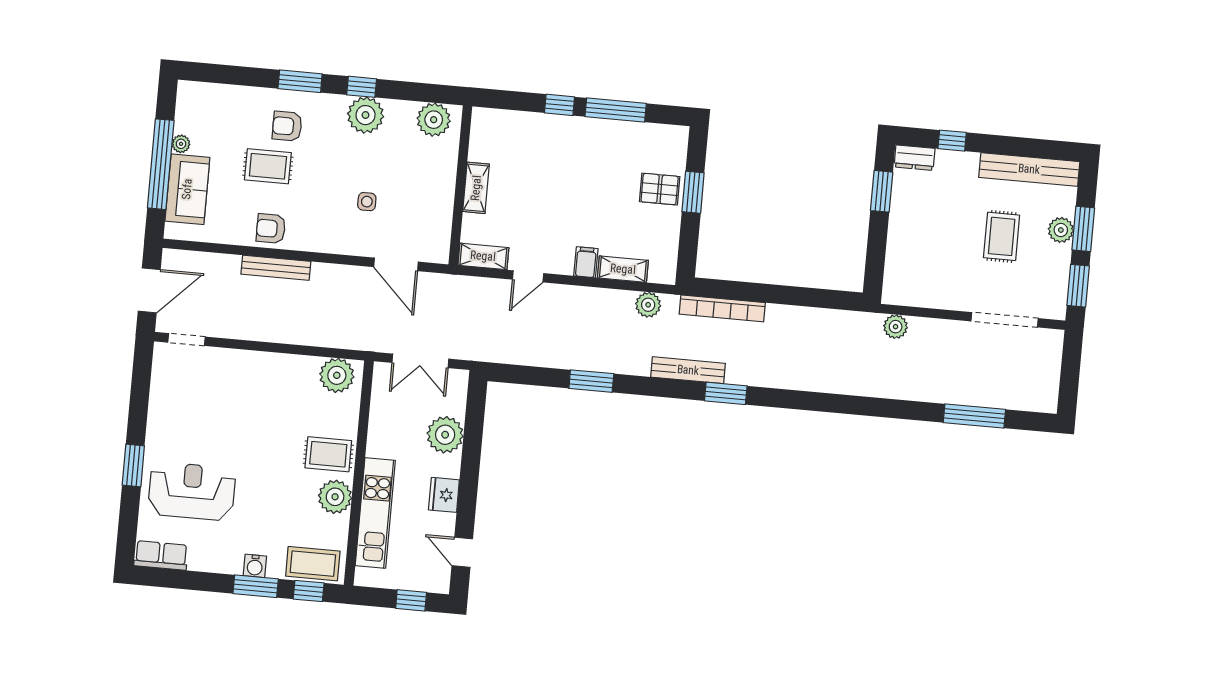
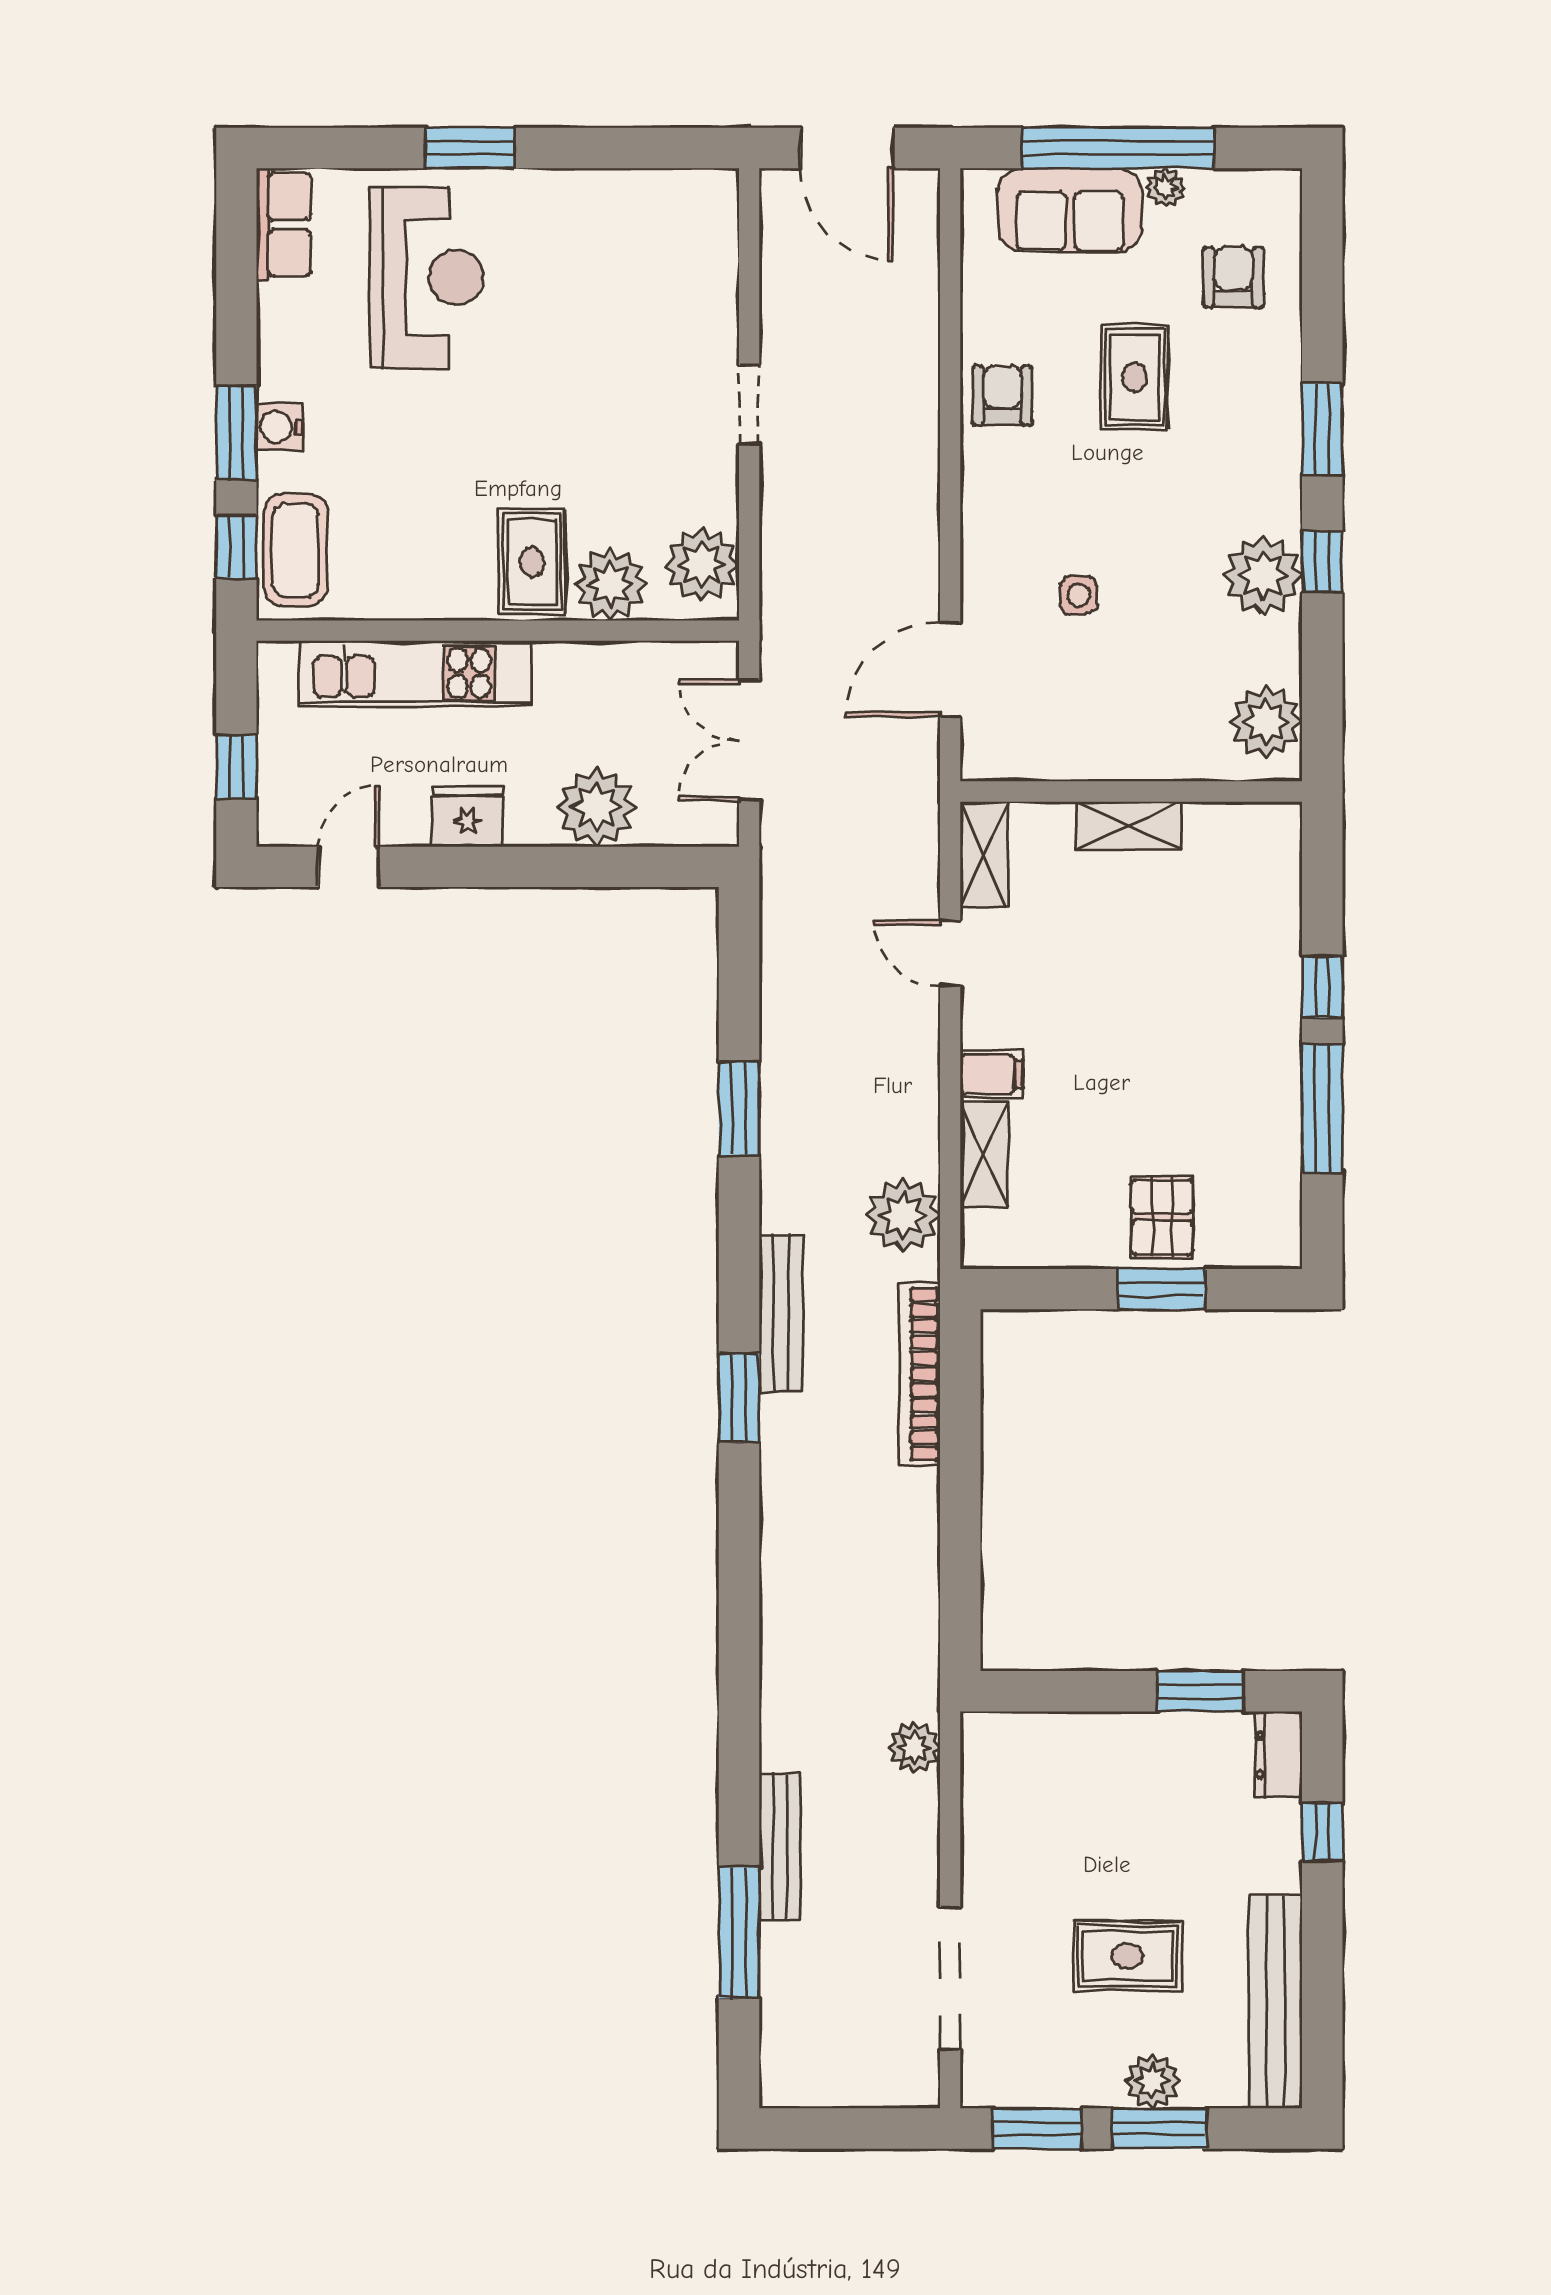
armchair: (287, 126) -> (1233, 277), moved
bench: (276, 268) -> (780, 1847), moved
plant: (648, 305) -> (903, 1215), width x1.36, depth x1.36
doorway: (187, 340) -> (749, 405), moved
plant: (335, 497) -> (610, 584), moved

